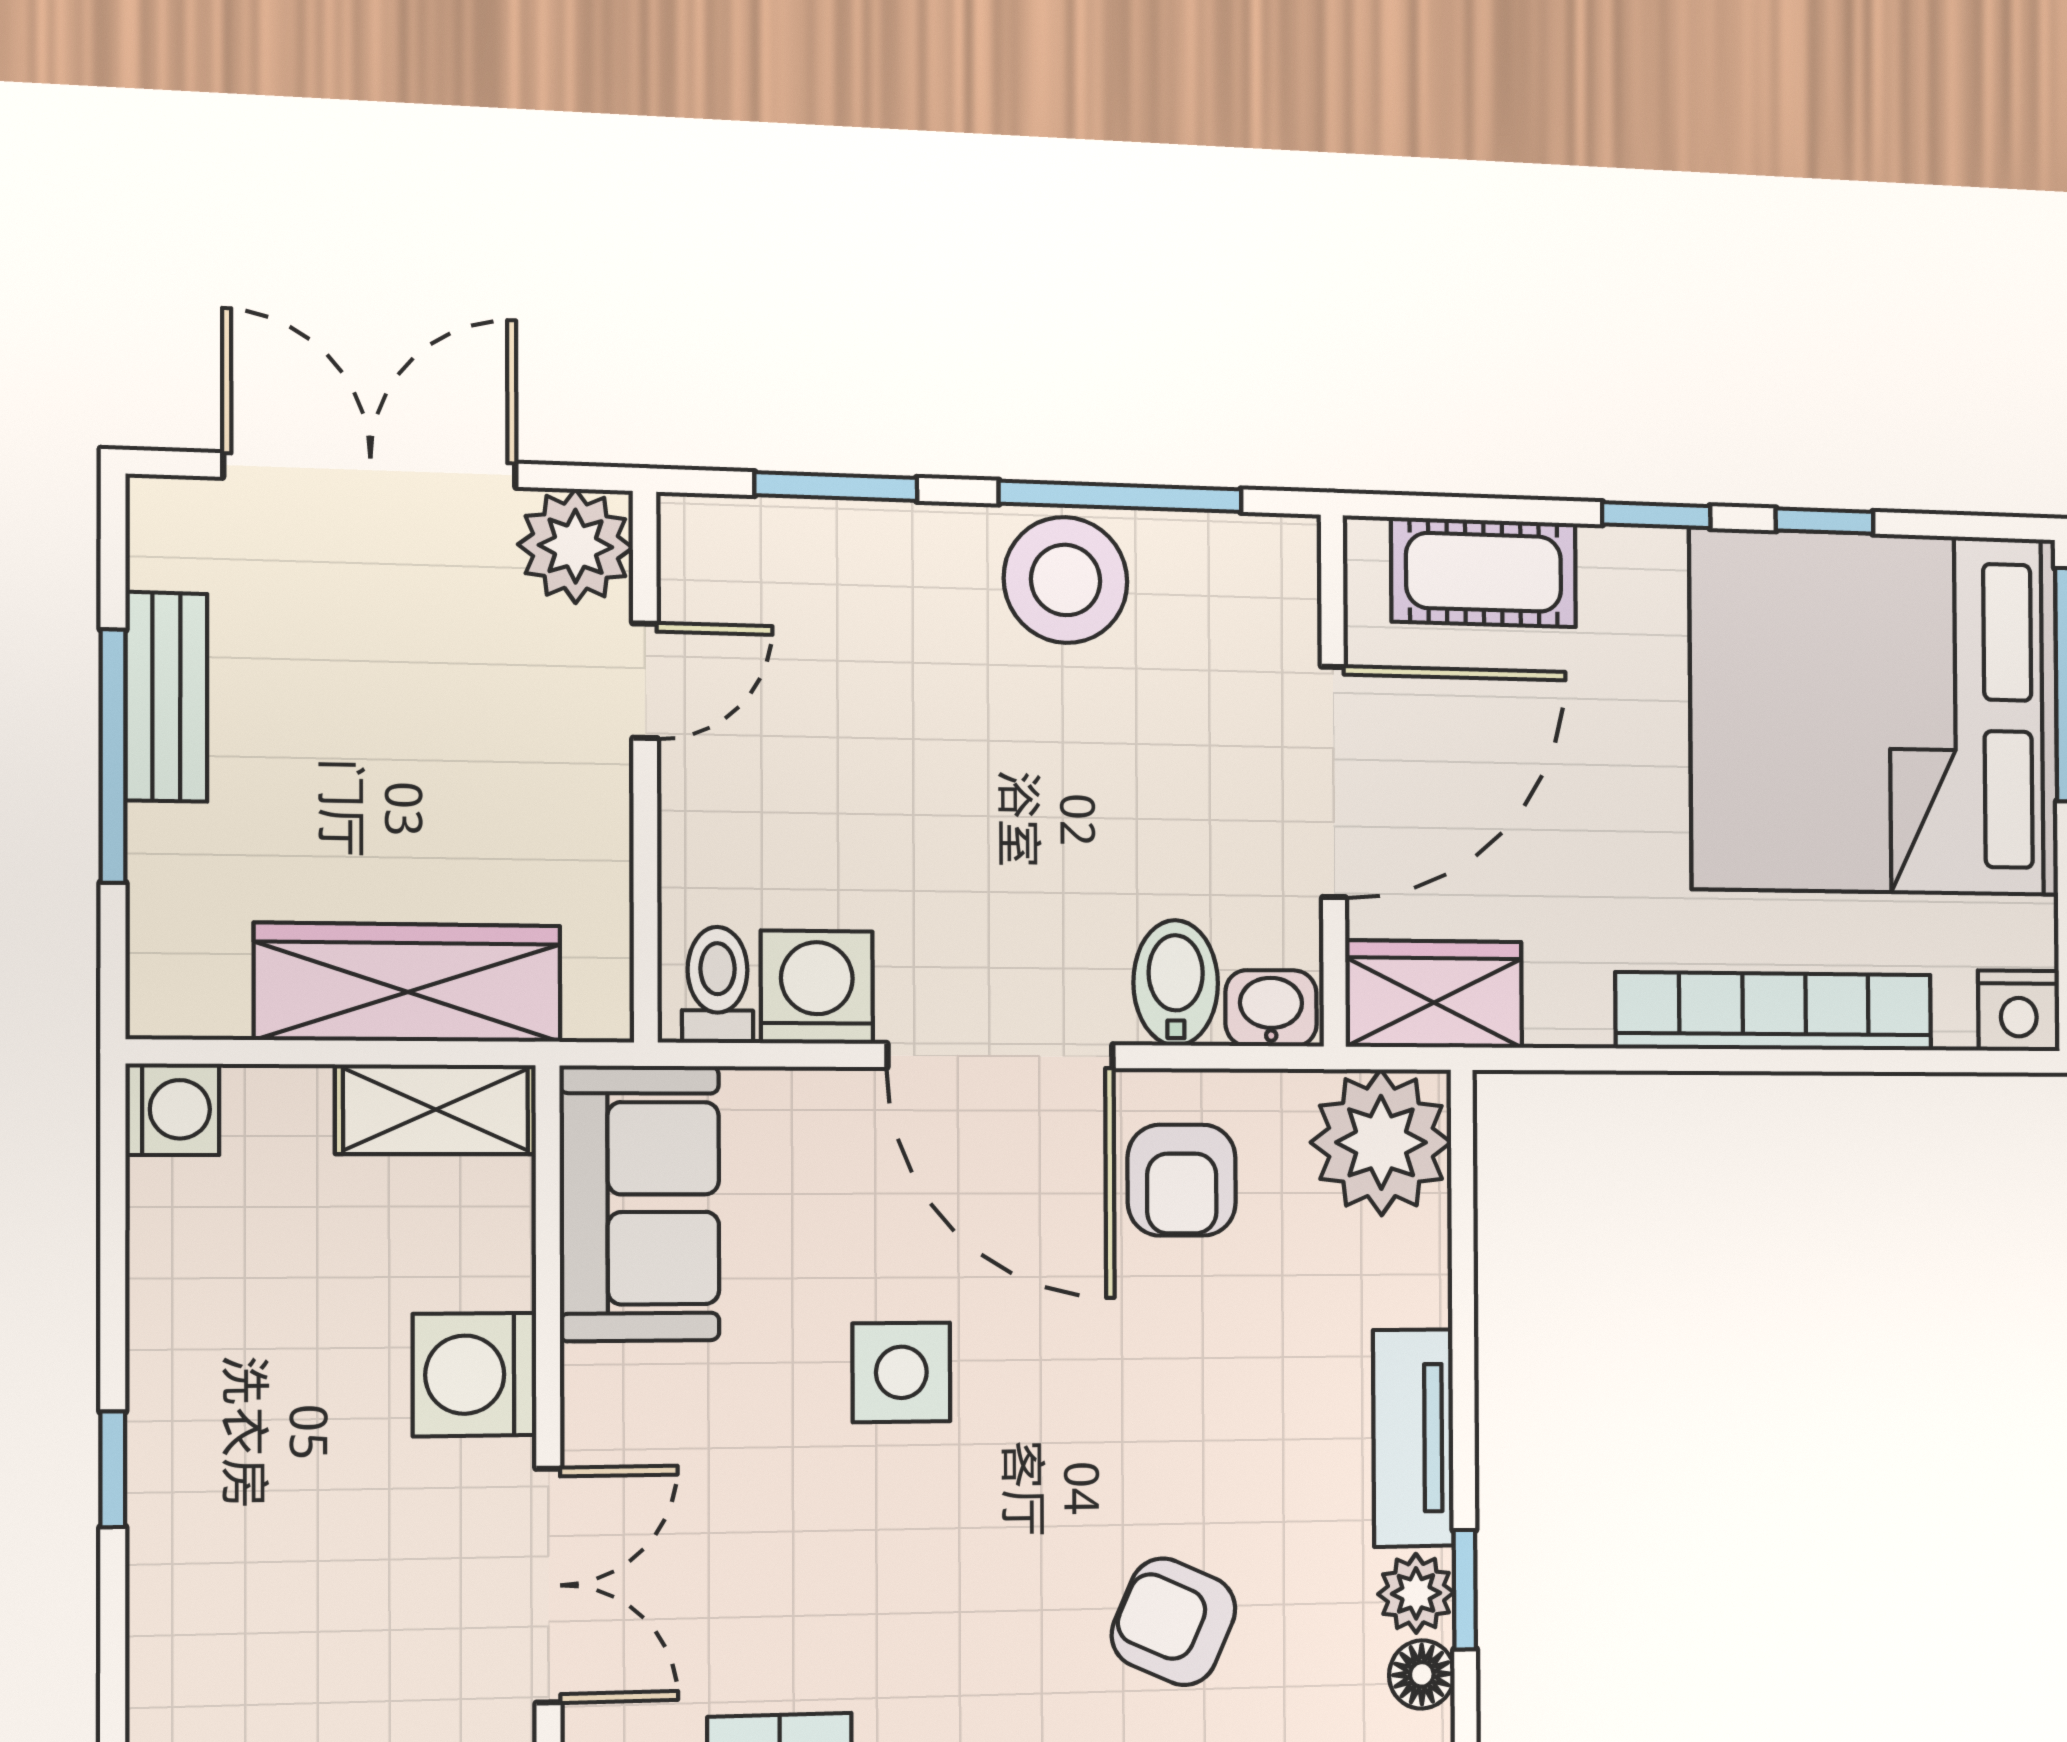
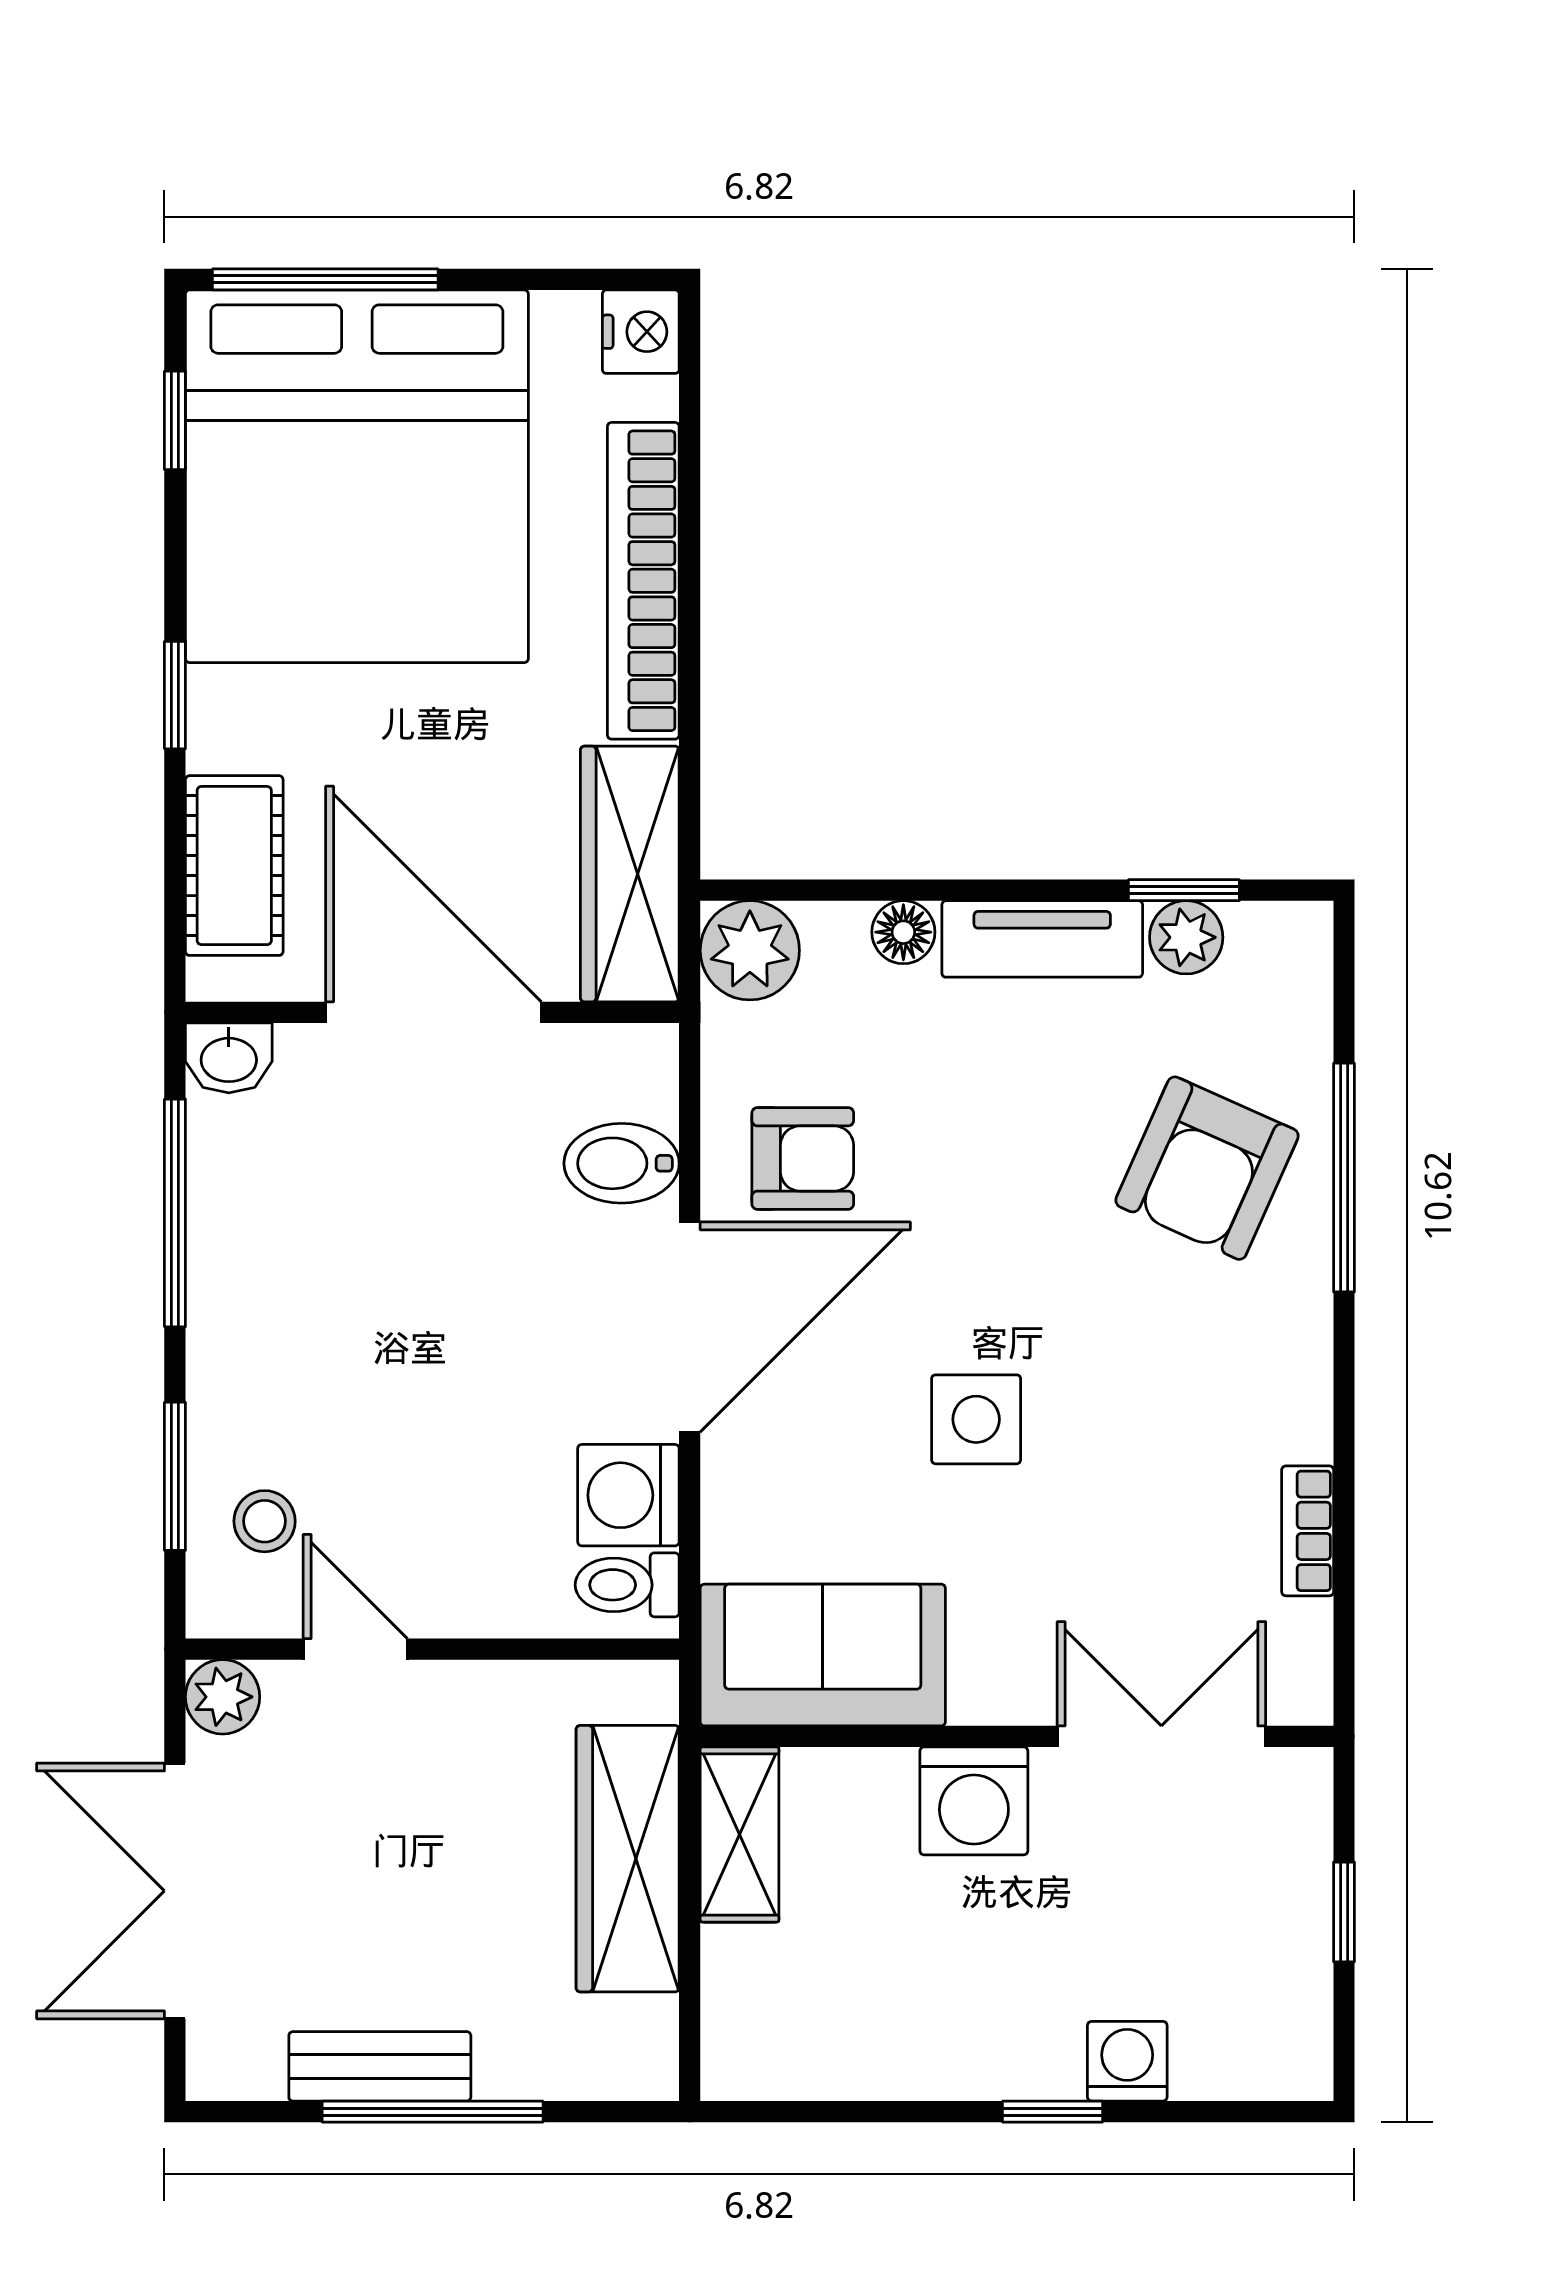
window: (1825, 521) -> (175, 420), moved
plant: (576, 546) -> (223, 1697), width x0.73, depth x0.73
stool: (1066, 580) -> (265, 1521), moved, width x0.53, depth x0.53
wardrobe: (1434, 994) -> (630, 874), width x1.50
washbasin: (1271, 1008) -> (229, 1058), moved, turned -90
washing machine: (172, 1109) -> (1127, 2061), moved
plant: (1381, 1142) -> (750, 950), width x0.73, depth x0.73
armchair: (1174, 1622) -> (1207, 1168), width x1.38, depth x1.38
floor lamp: (1422, 1674) -> (903, 932), moved

